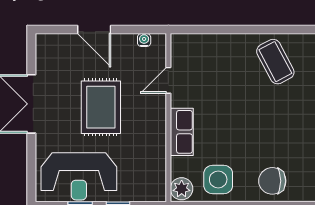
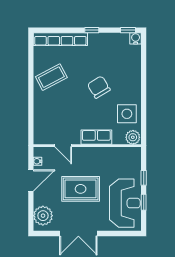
door: (94, 30) -> (31, 181), moved
plant: (59, 49) -> (43, 216), added
chair: (272, 181) -> (99, 87), moved, turned 149

